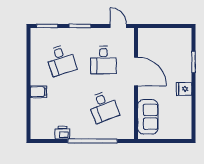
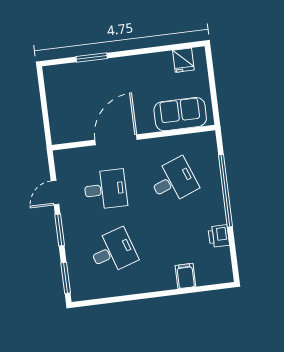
door: (118, 26) -> (55, 193), moved
fridge: (184, 89) -> (183, 60), moved
filing cabinet: (38, 92) -> (185, 276), moved

